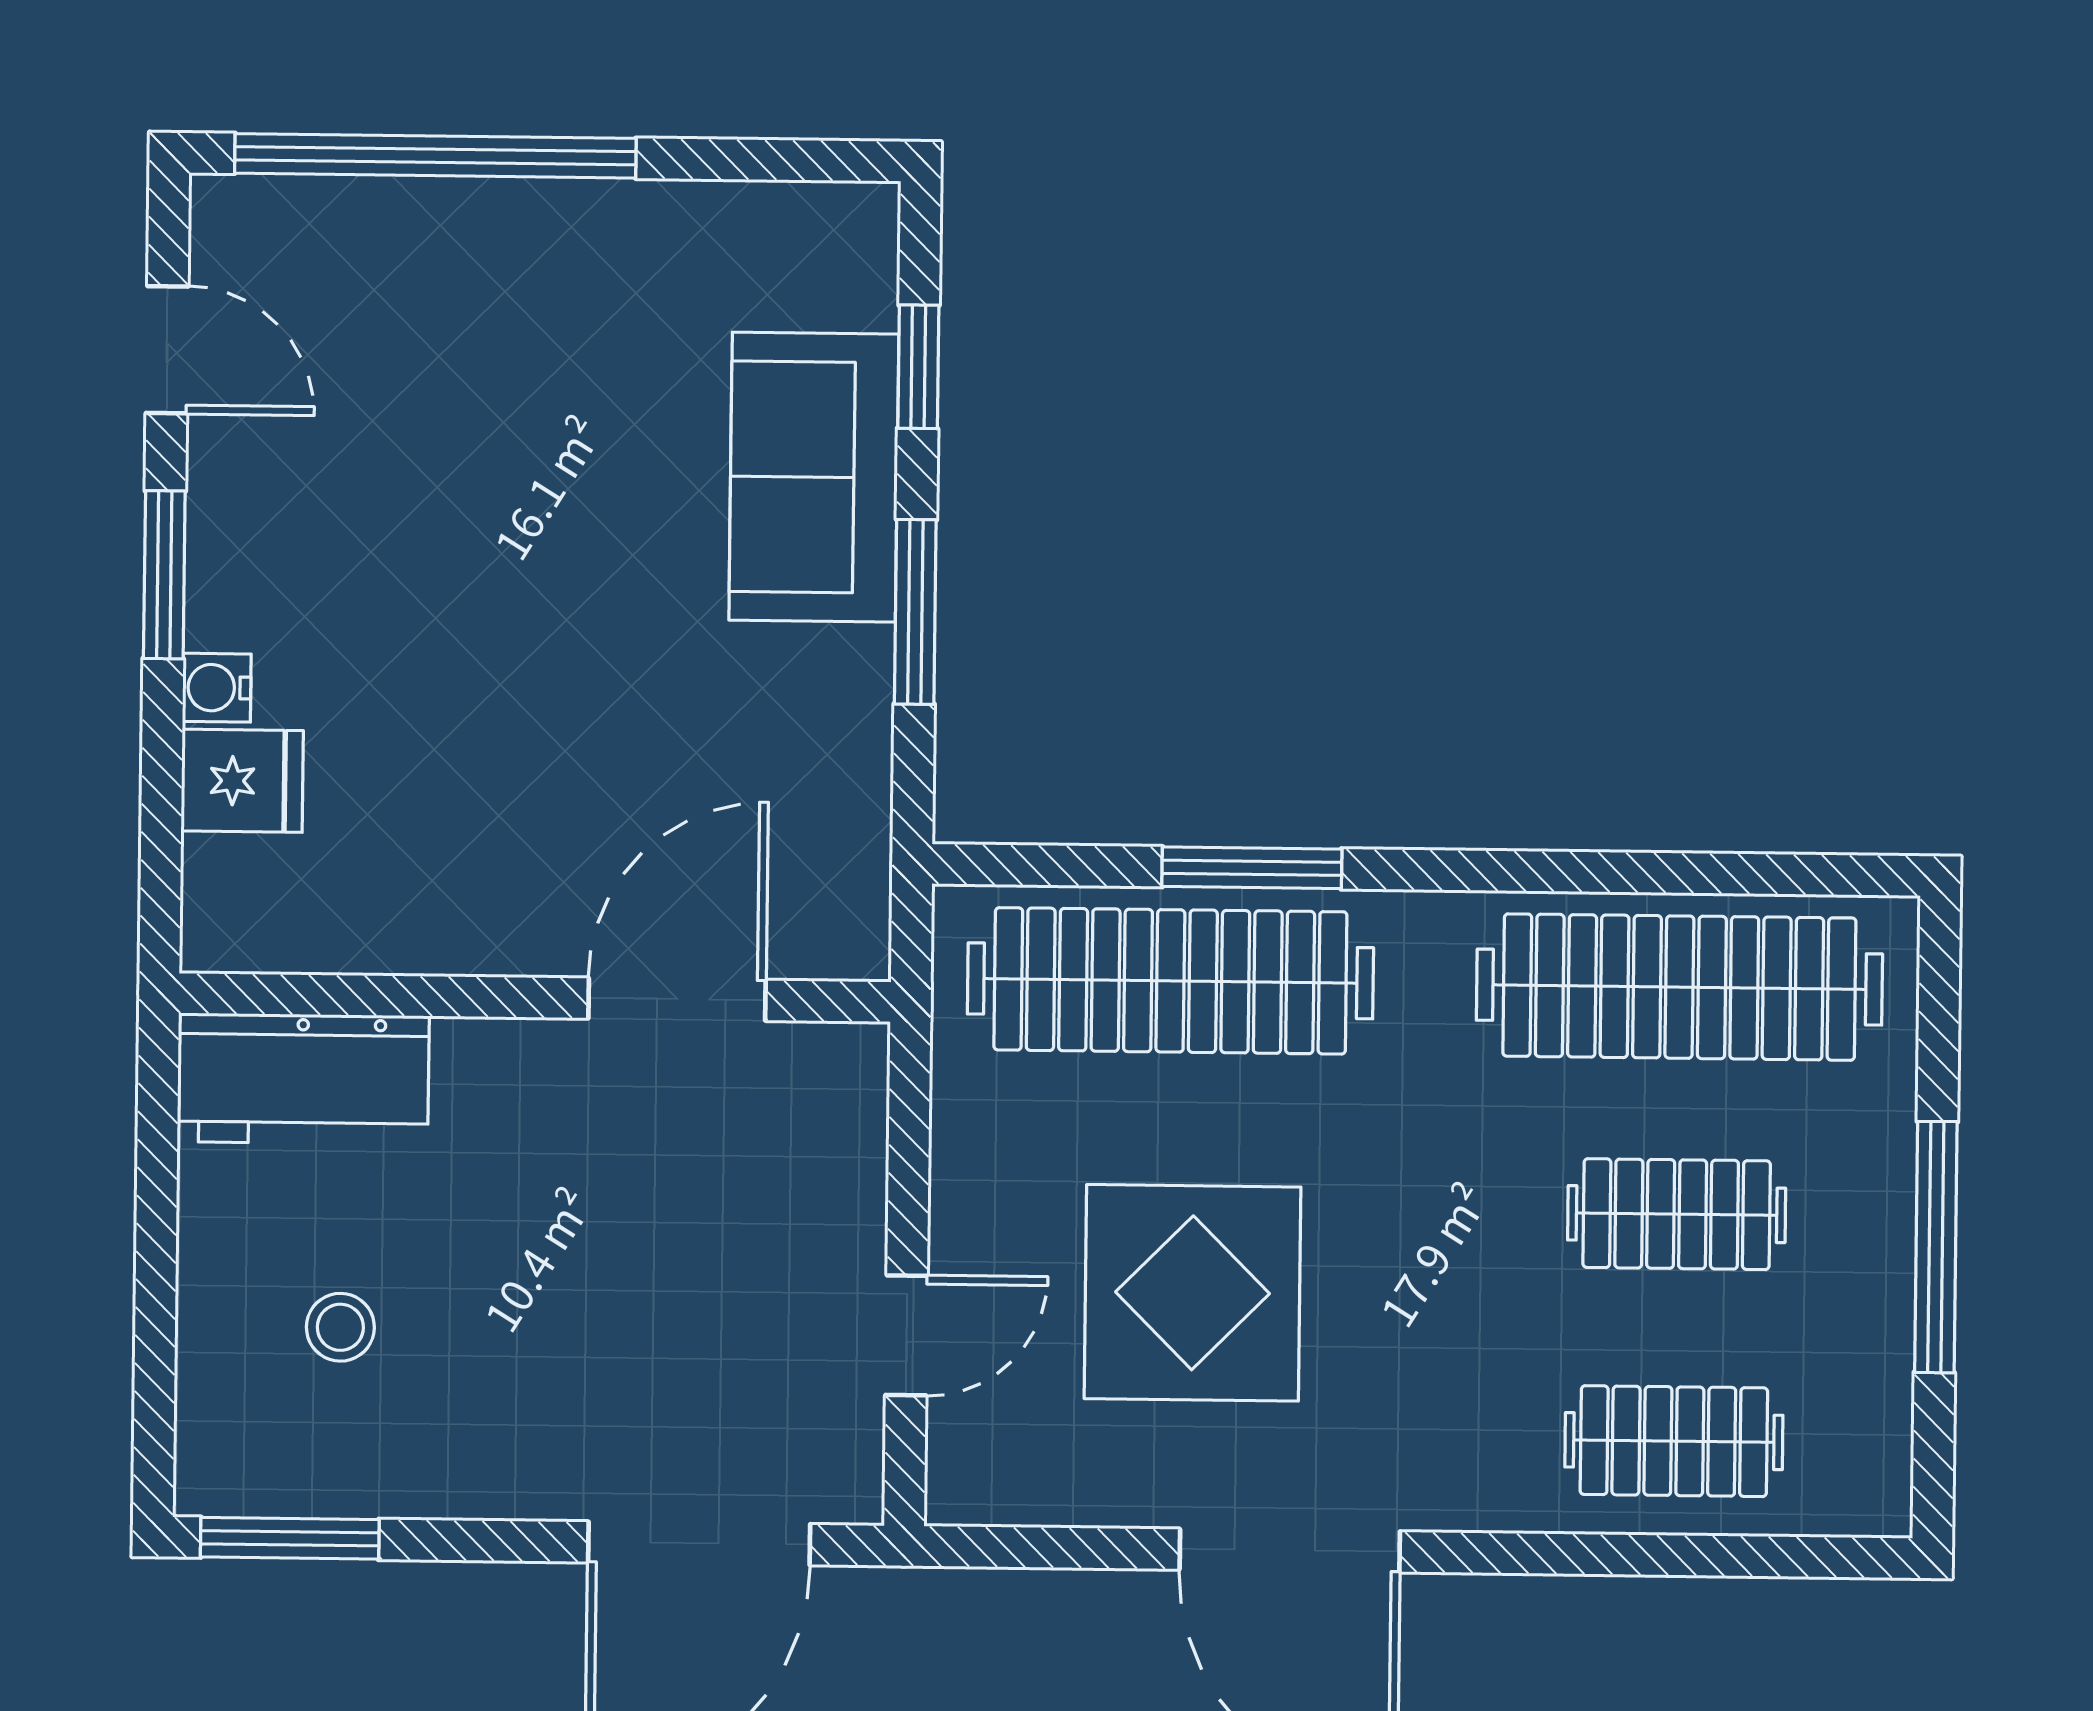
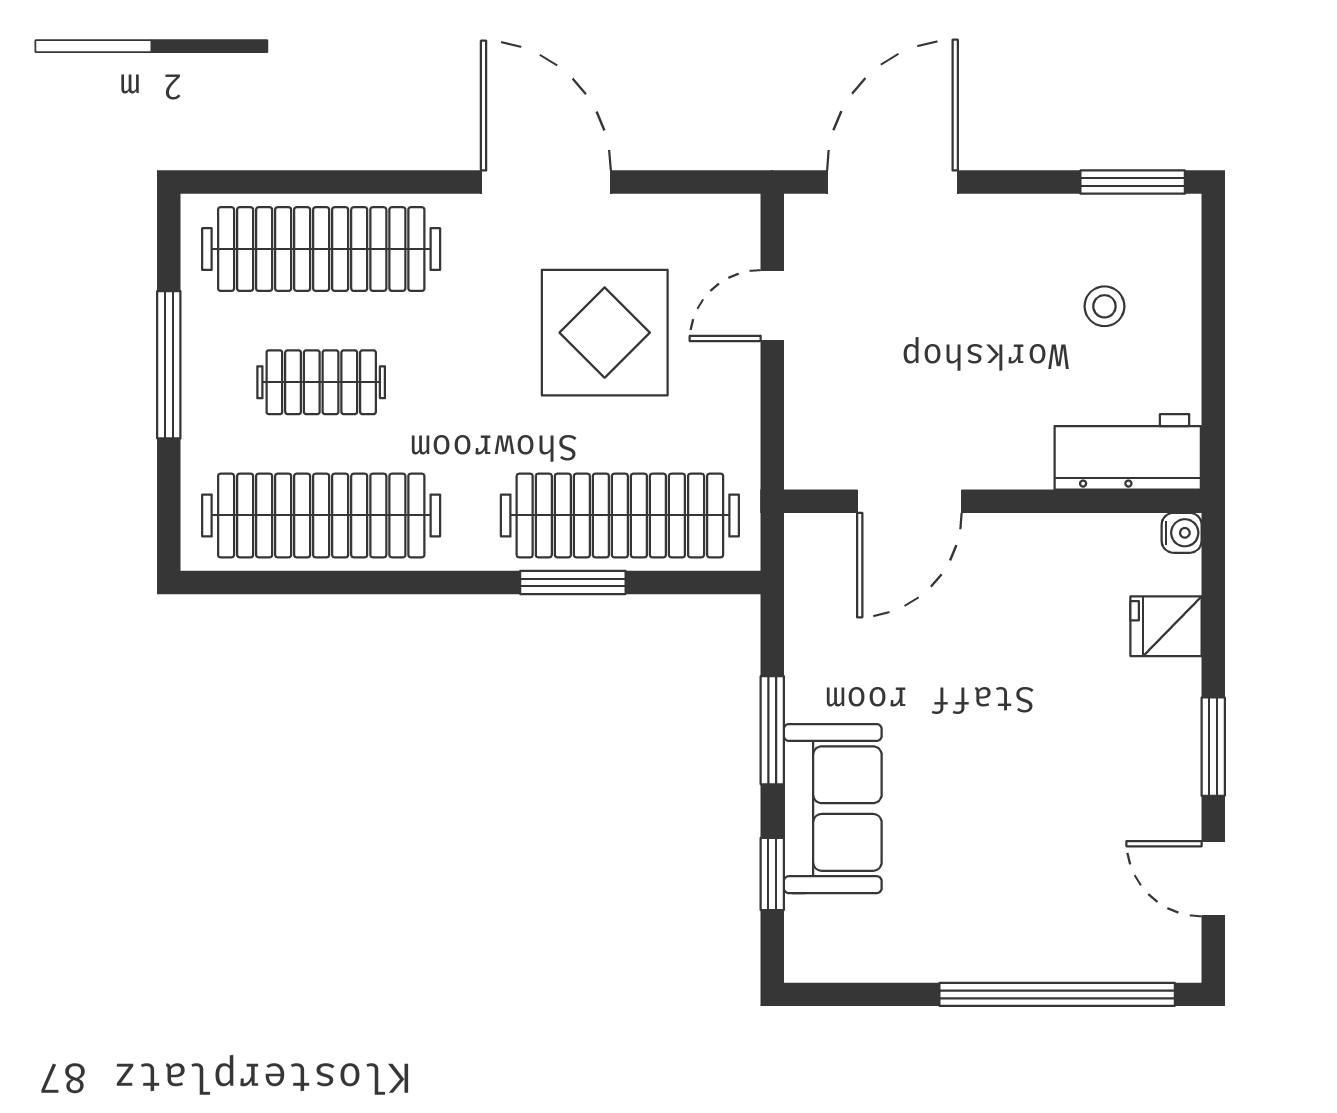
water cooler: (217, 688) -> (1182, 533), moved
clothes rail: (1674, 1441) -> (321, 249), width x1.86, depth x1.31

